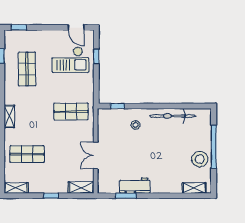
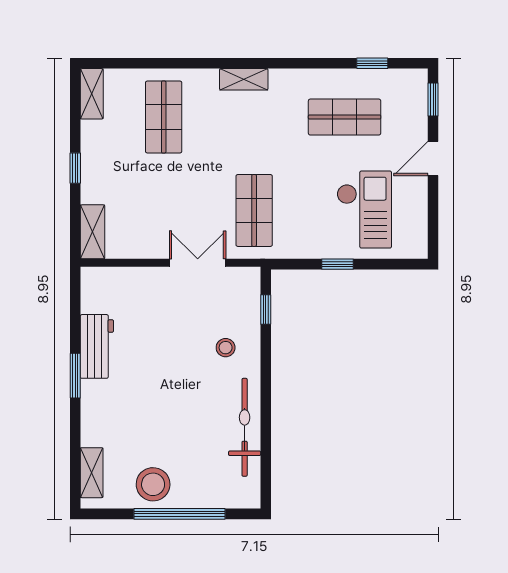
door: (76, 27) -> (433, 159), moved
window: (96, 56) -> (337, 264), moved
checkout: (71, 60) -> (364, 210), turned 180
double door: (96, 155) -> (198, 263), moved
window: (126, 196) -> (75, 376), moved

